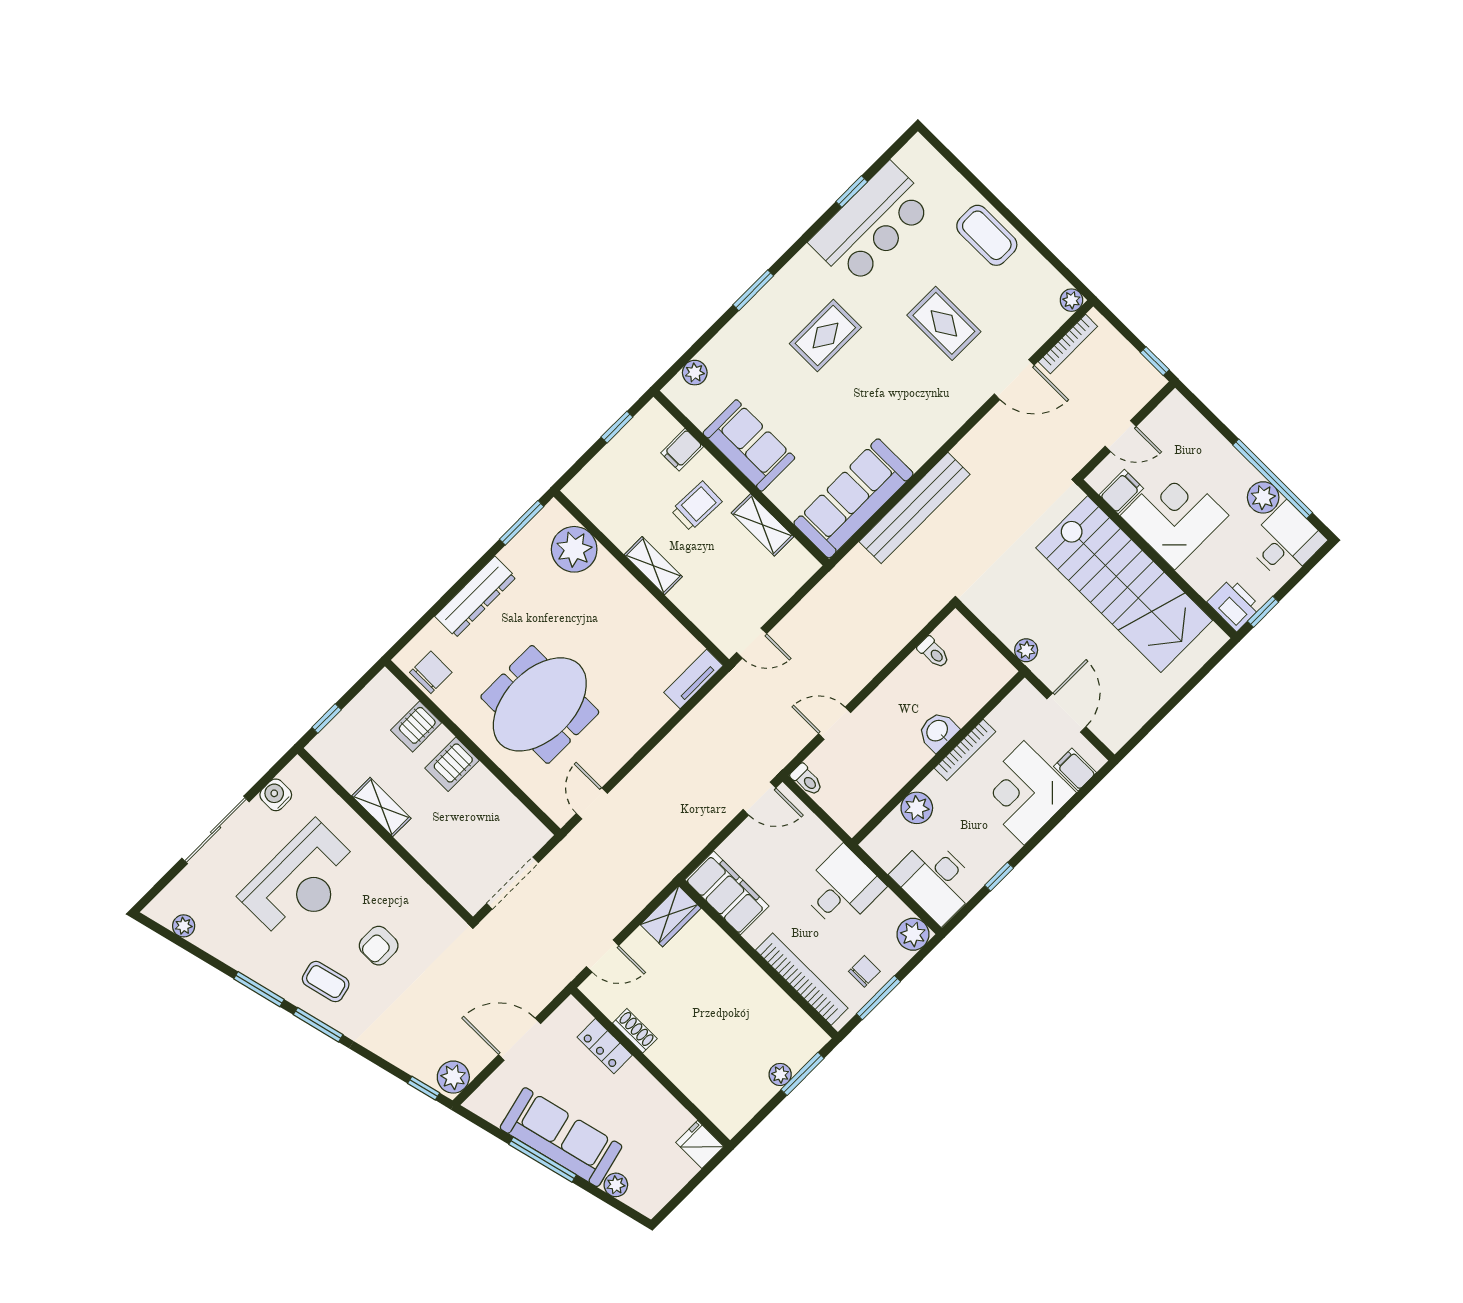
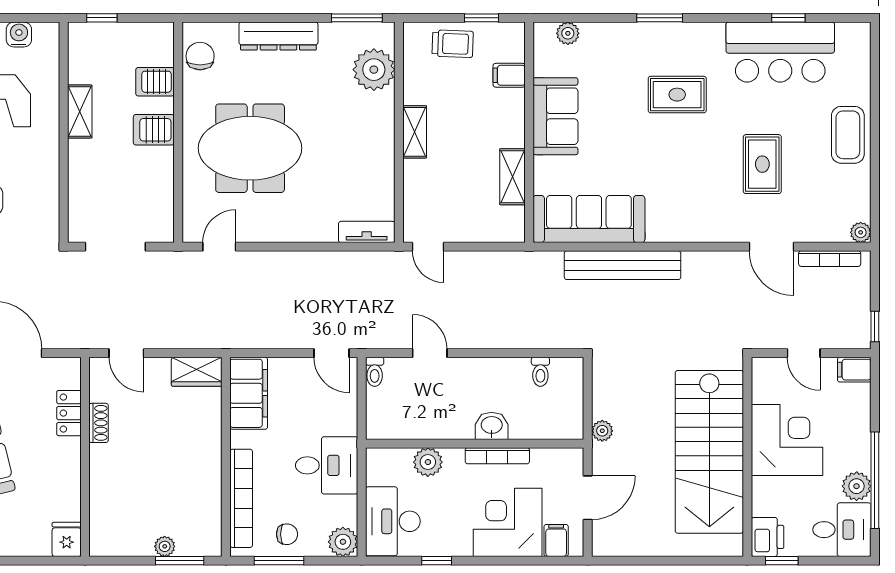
filing cabinet: (1121, 492) -> (854, 370), moved, turned 180
trolley: (697, 506) -> (453, 44), moved
chair: (431, 672) -> (200, 56), turned -90

